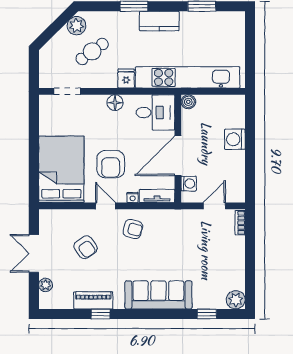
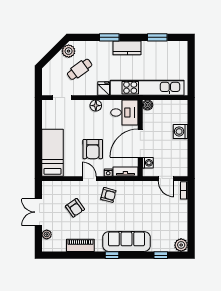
bed: (61, 169) -> (52, 153), width x0.67
door: (214, 206) -> (166, 179), swing flipped
window: (101, 314) -> (112, 255), moved

